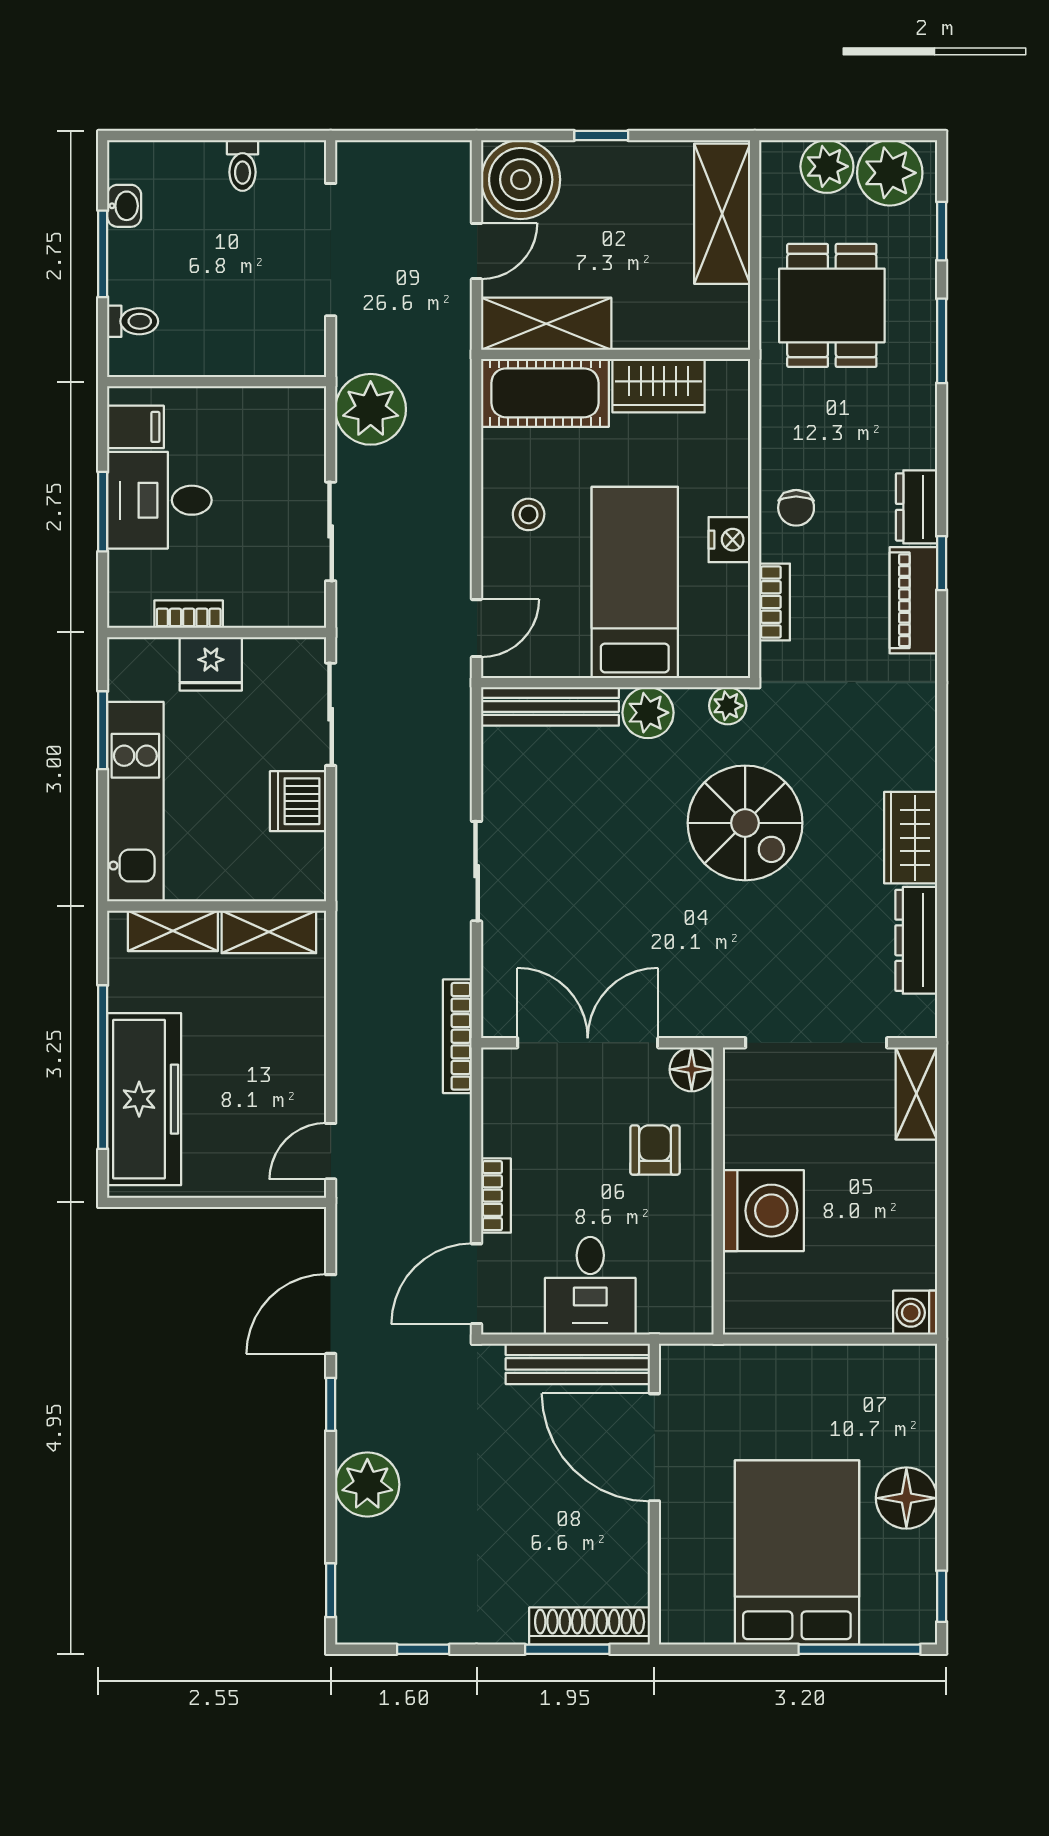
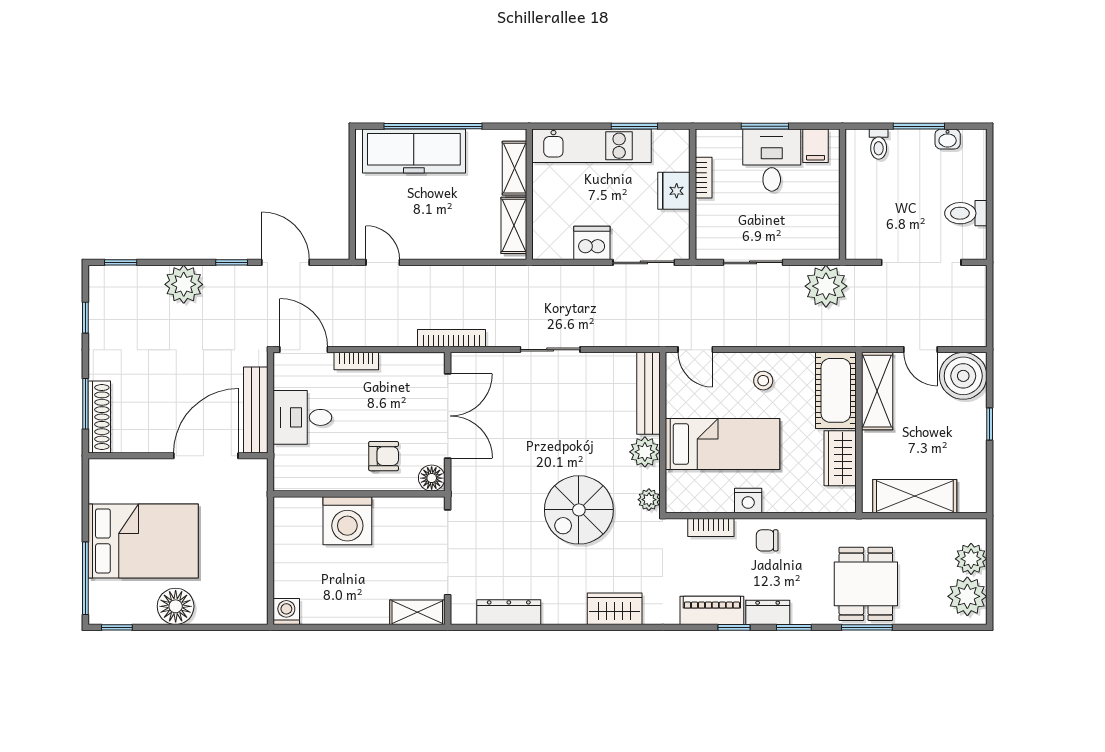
toilet: (243, 165) -> (966, 213), width x1.37, depth x1.39
shelving: (722, 214) -> (915, 496), moved
window: (942, 231) -> (794, 627), moved
dining table: (832, 305) -> (866, 584), moved, turned 90
wardrobe: (911, 838) -> (615, 609), moved

